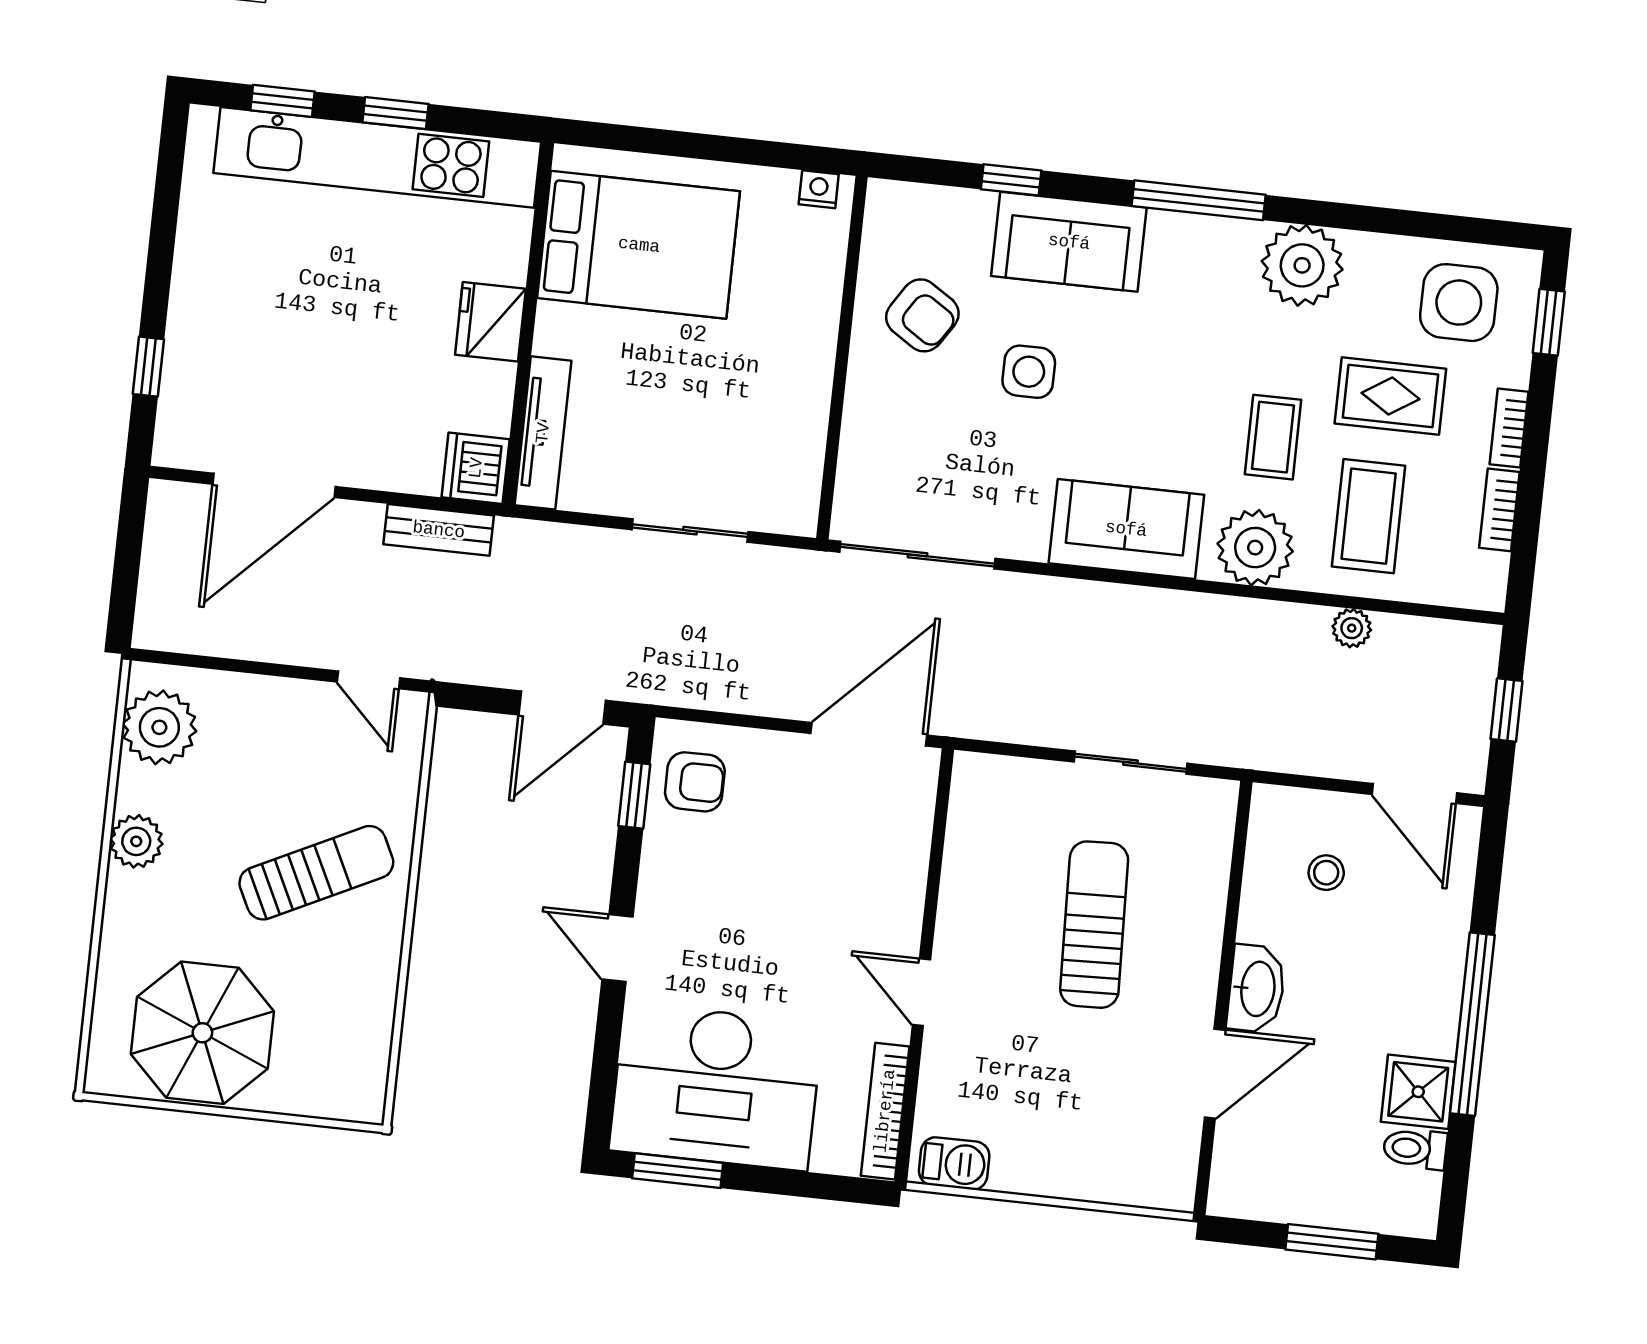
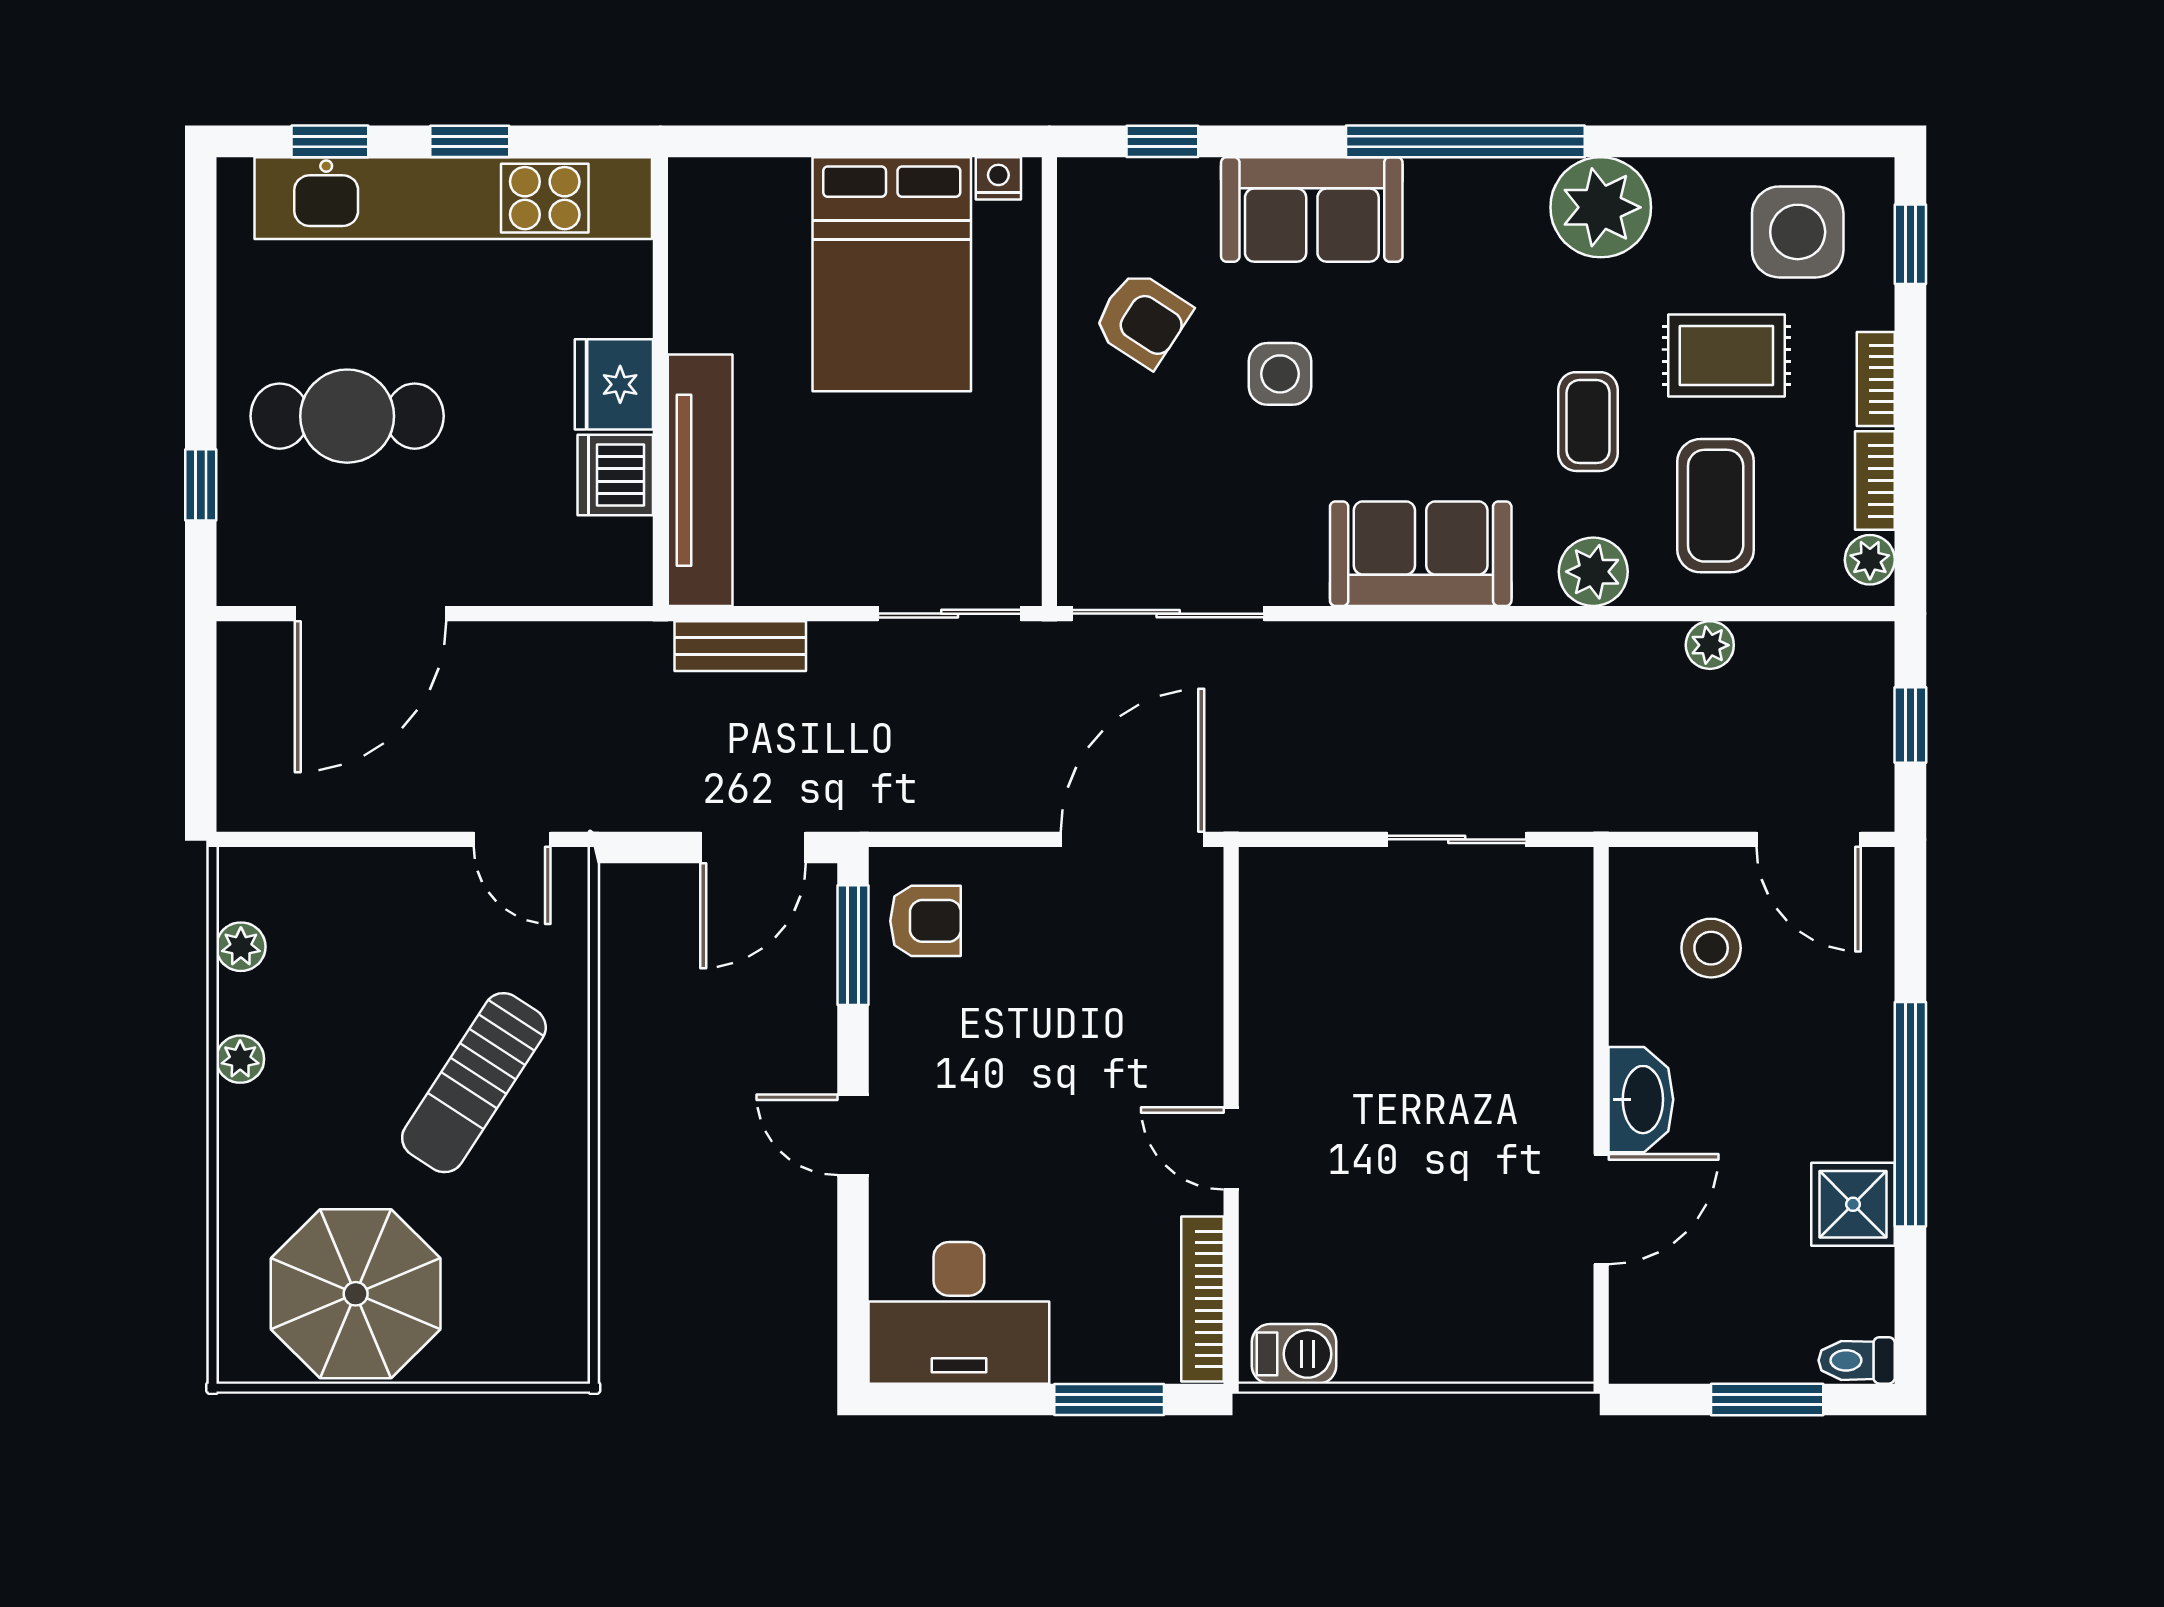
window: (1011, 180) -> (1162, 141), moved
window: (1199, 200) -> (1465, 141), width x1.46
bed: (639, 245) -> (892, 274), moved, turned 90
cafe table: (272, 324) -> (347, 416), added
tv unit: (543, 433) -> (700, 480), width x1.36, depth x1.29
dishwasher: (476, 468) -> (615, 475), moved
bench: (439, 530) -> (740, 646), moved
sliding door: (690, 531) -> (950, 614), moved
plant: (1255, 548) -> (1593, 572), width x0.73, depth x0.73
plant: (1488, 573) -> (1870, 560), added
plant: (159, 727) -> (241, 947), width x0.53, depth x0.53
window: (634, 795) -> (853, 945), width x1.50
plant: (136, 841) -> (240, 1059), width x0.73, depth x0.73
sun lounger: (316, 873) -> (474, 1083), turned 149
stool: (1326, 873) -> (1711, 948), width x1.37, depth x1.37
sun lounger: (1094, 925) -> (1434, 1043), removed
desk: (716, 1087) -> (959, 1313), width x0.73, depth x0.77
toilet: (1415, 1149) -> (1857, 1360), moved
window: (678, 1171) -> (1109, 1399), moved

